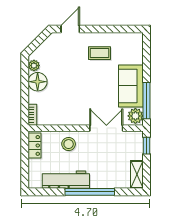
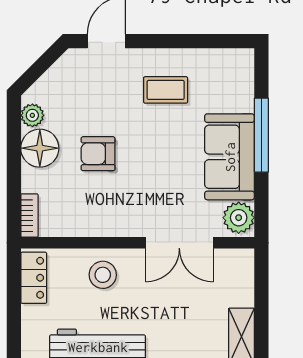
armchair: (66, 84) -> (98, 154), added
window: (147, 101) -> (261, 135), moved
double door: (106, 128) -> (179, 243), swing flipped
window: (147, 146) -> (261, 278), removed

